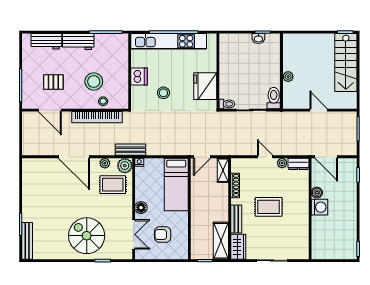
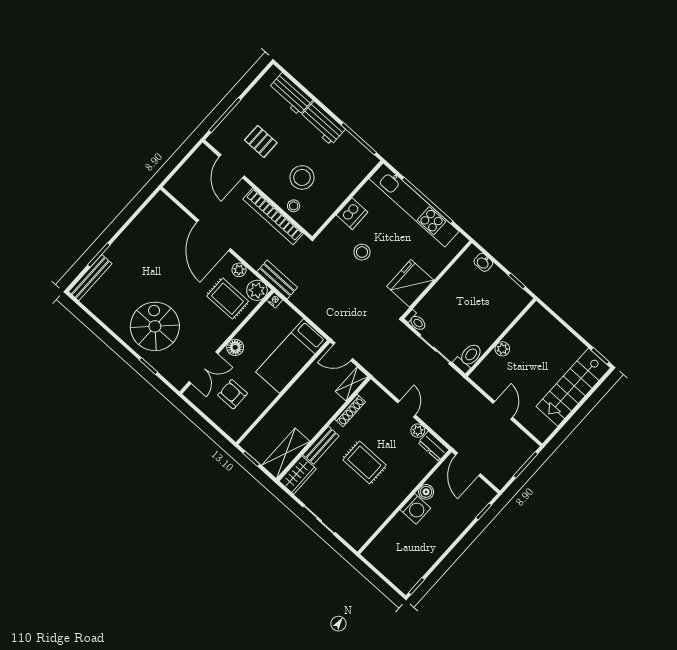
washbasin: (258, 39) -> (483, 262), moved

